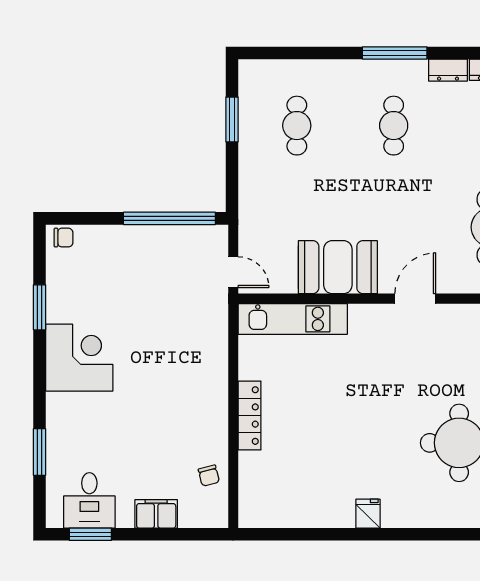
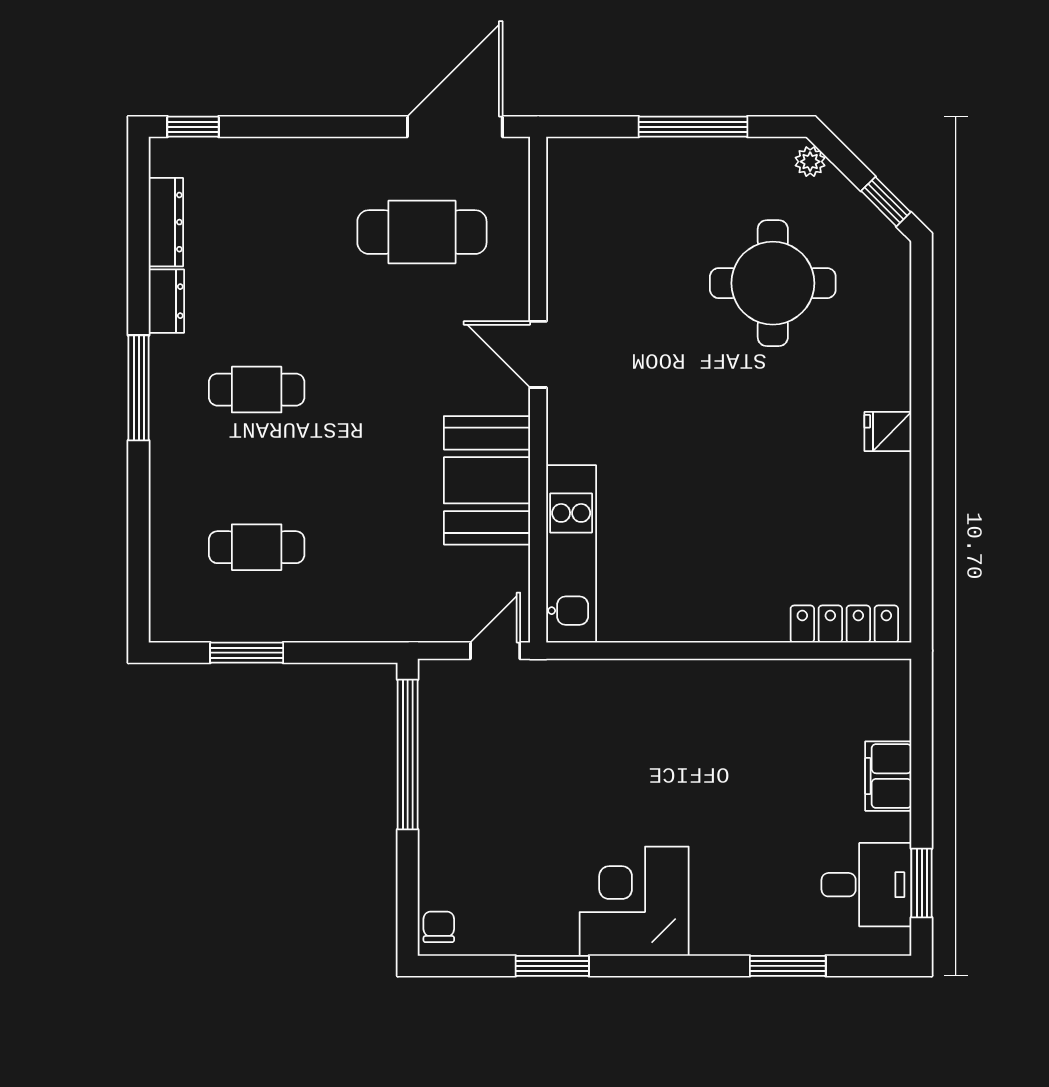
locker: (250, 416) -> (844, 624), moved
chair: (209, 476) -> (826, 690), removed

